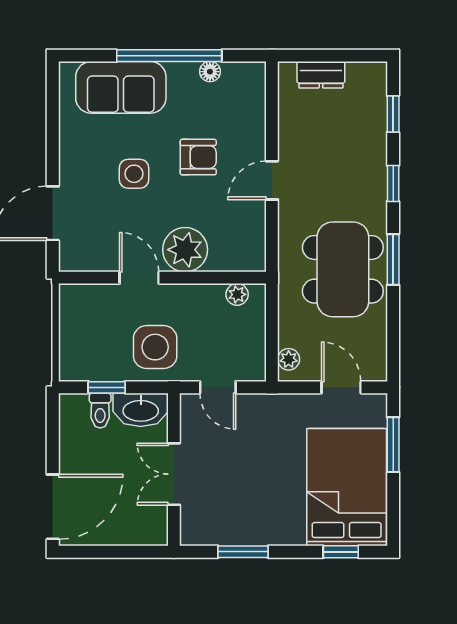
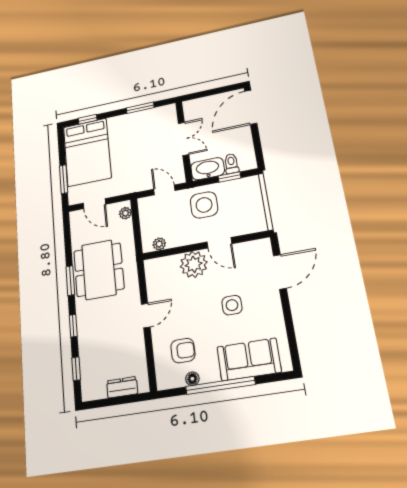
armchair: (198, 157) -> (183, 351), moved, turned 180

